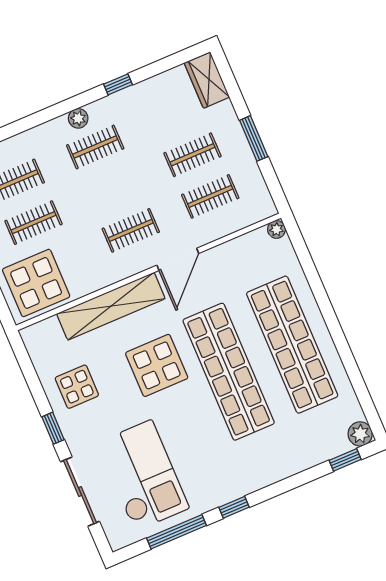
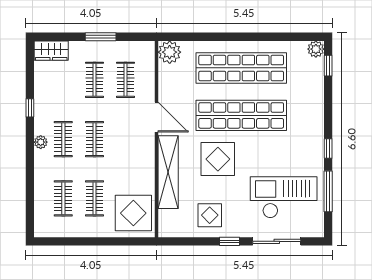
plant: (276, 229) -> (170, 52), width x1.88, depth x1.88
clothes rail: (131, 230) -> (94, 139), moved

